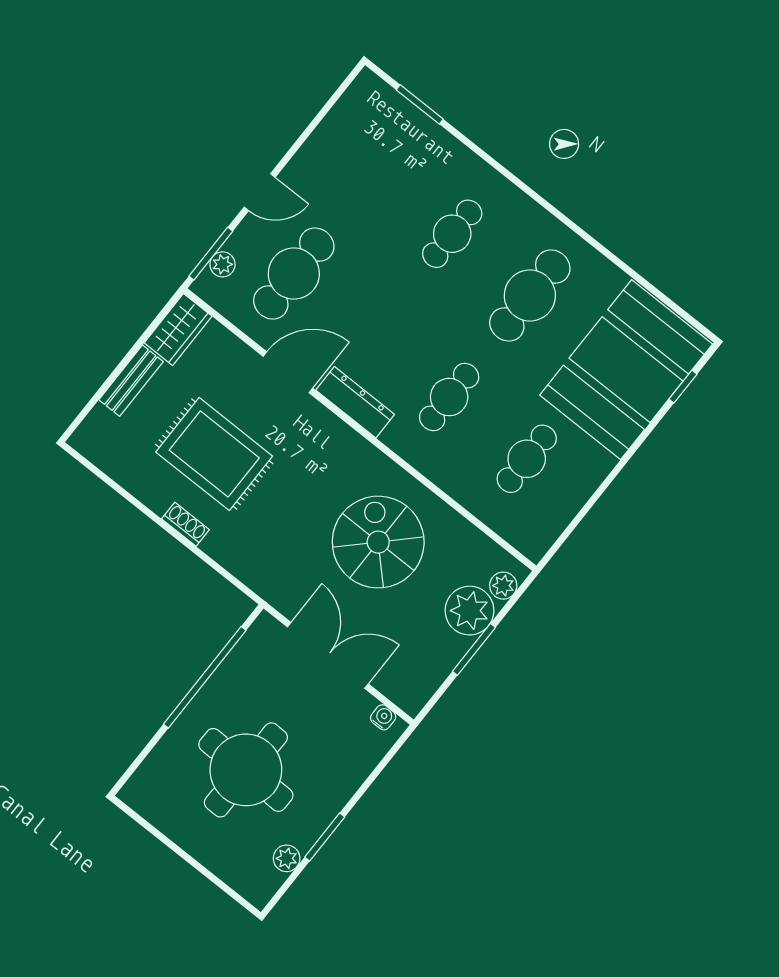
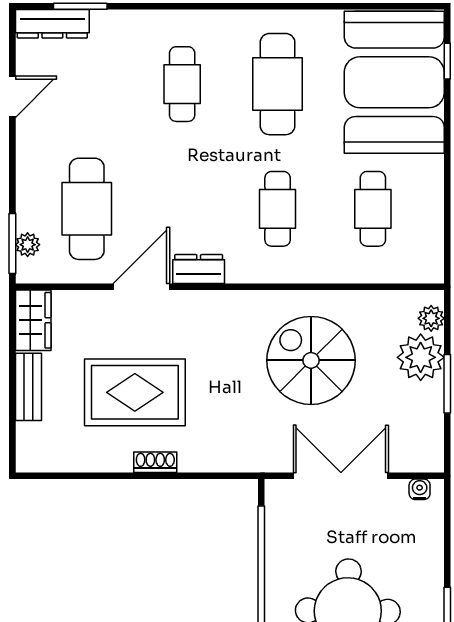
dresser: (386, 101) -> (52, 24), added
door: (260, 192) -> (12, 97), moved
dresser: (355, 402) -> (199, 269), width x0.70

